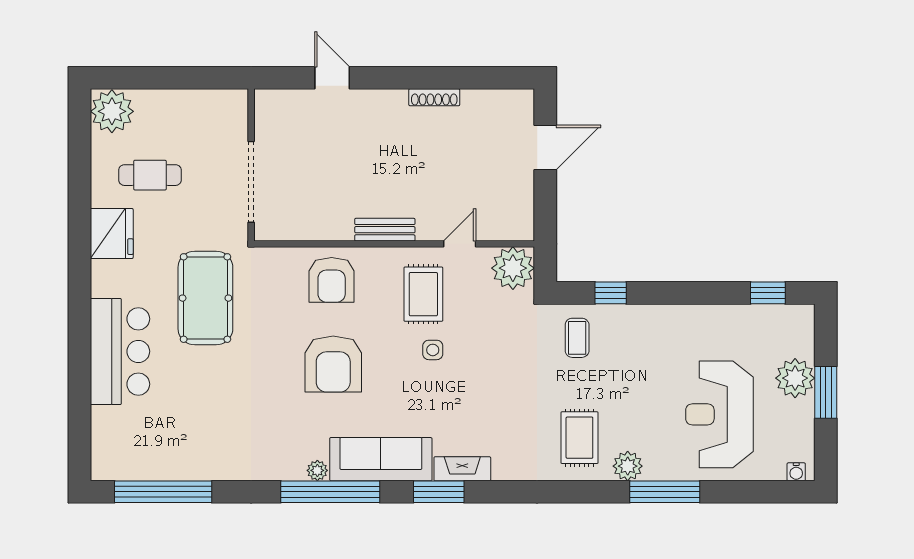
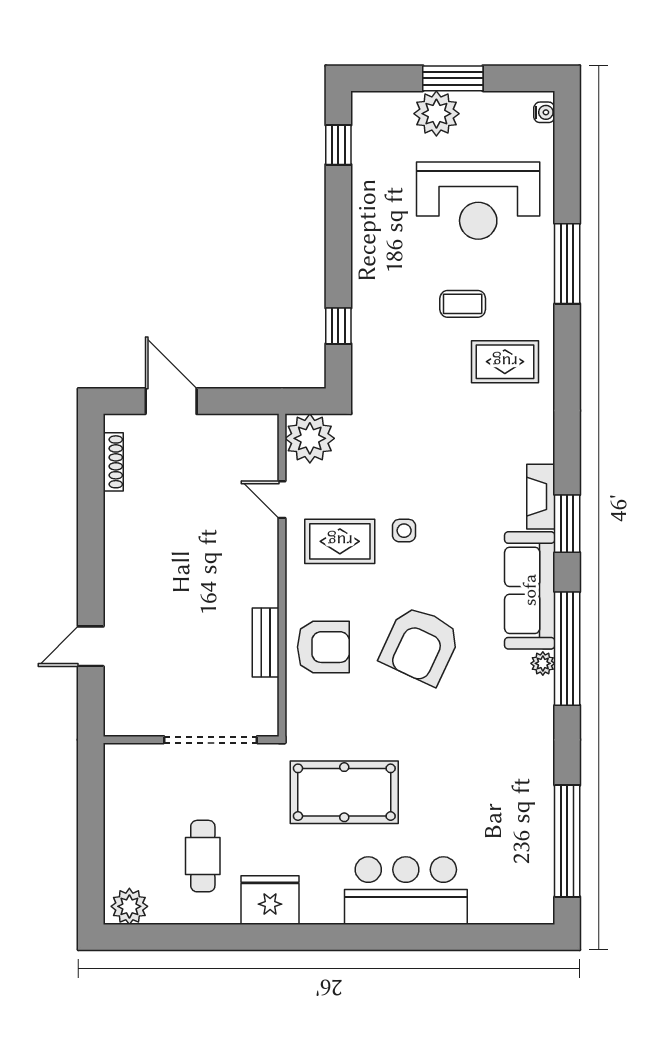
shoe rack: (434, 97) -> (113, 462), moved
plant: (112, 111) -> (129, 906), width x0.73, depth x0.73
bench: (385, 230) -> (266, 643), moved
coffee table: (577, 338) -> (463, 304), moved
armchair: (333, 364) -> (420, 645), turned 115
plant: (628, 466) -> (538, 306), removed

